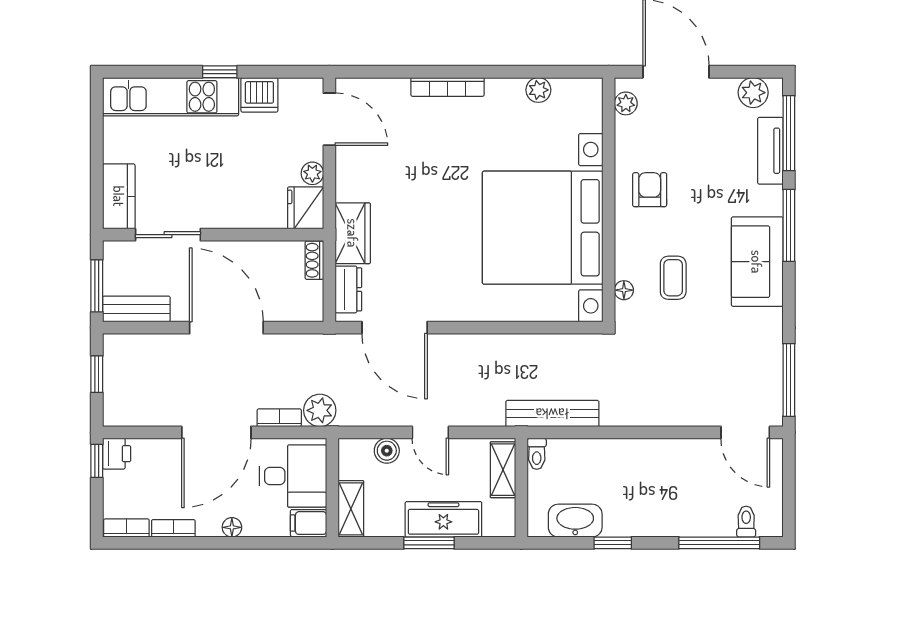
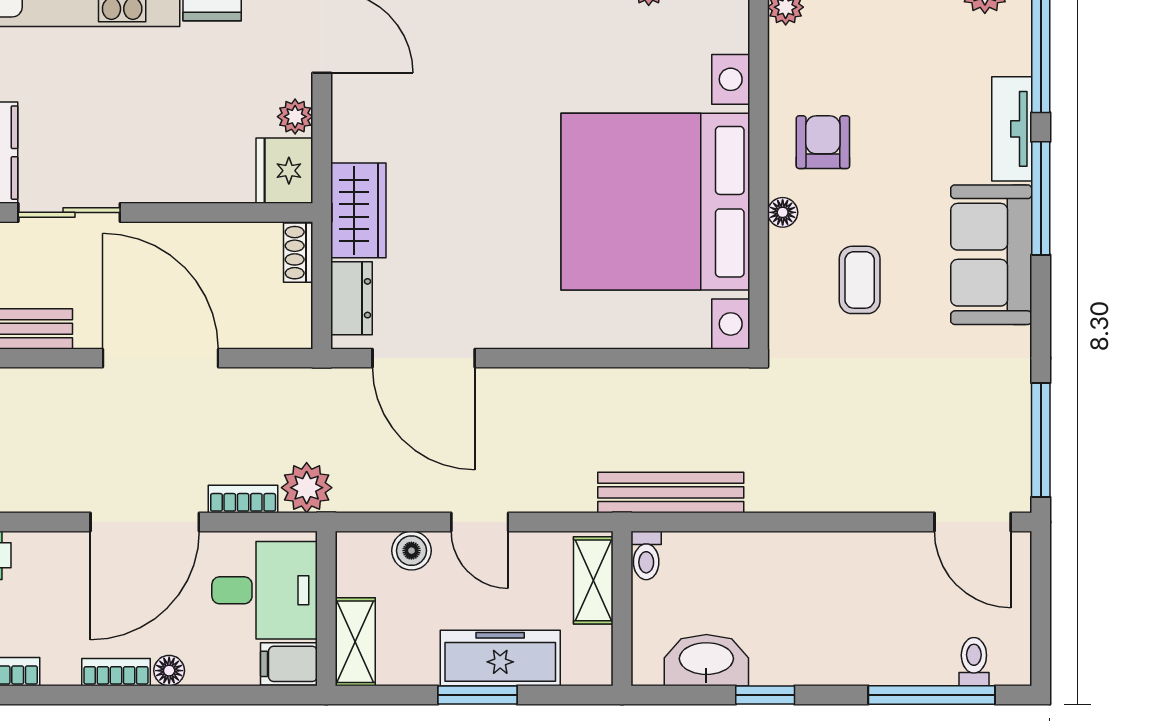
tv unit: (770, 151) -> (1012, 129), moved
floor lamp: (624, 290) -> (783, 212), moved
bookcase: (173, 528) -> (116, 672), moved

